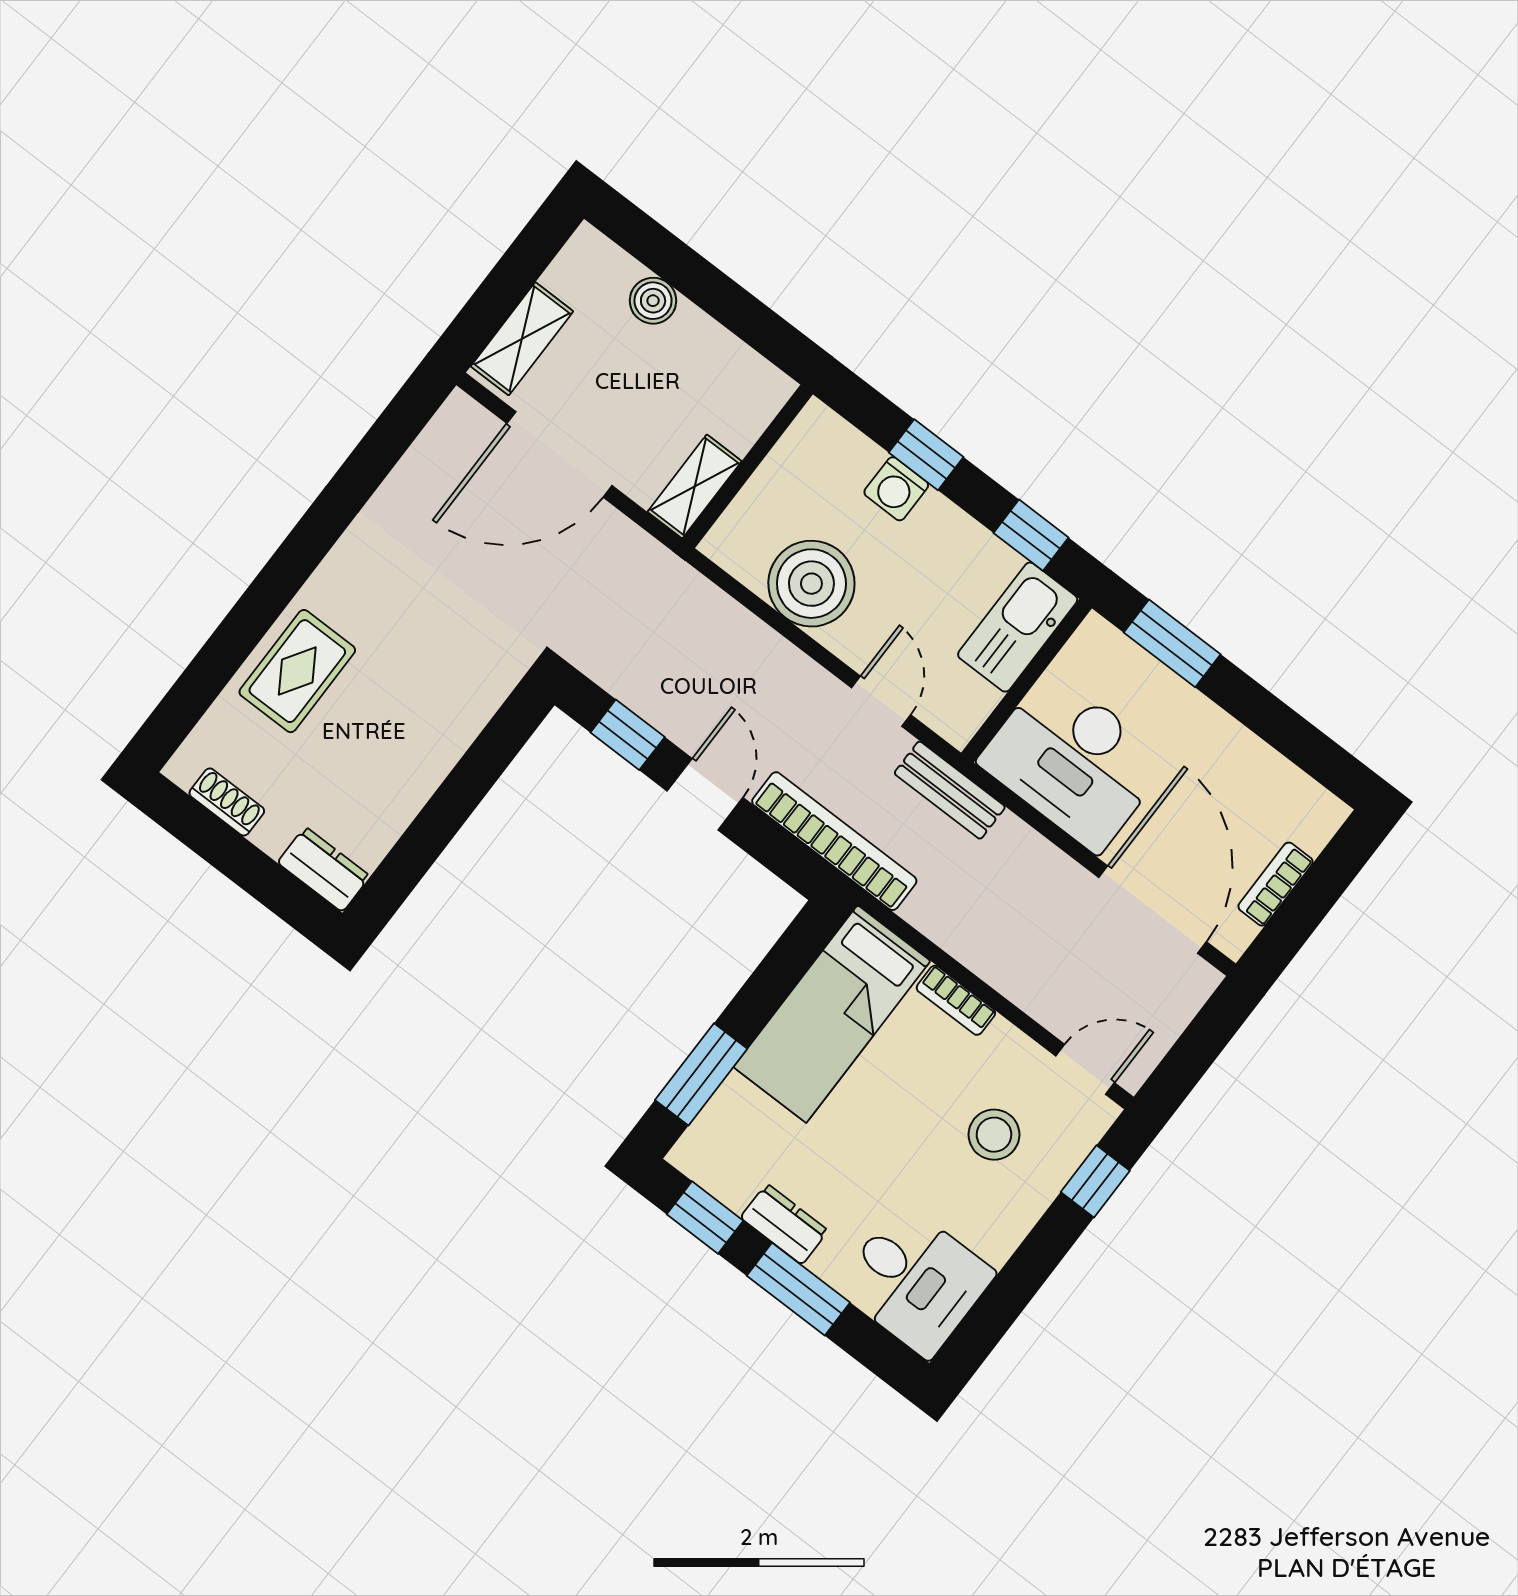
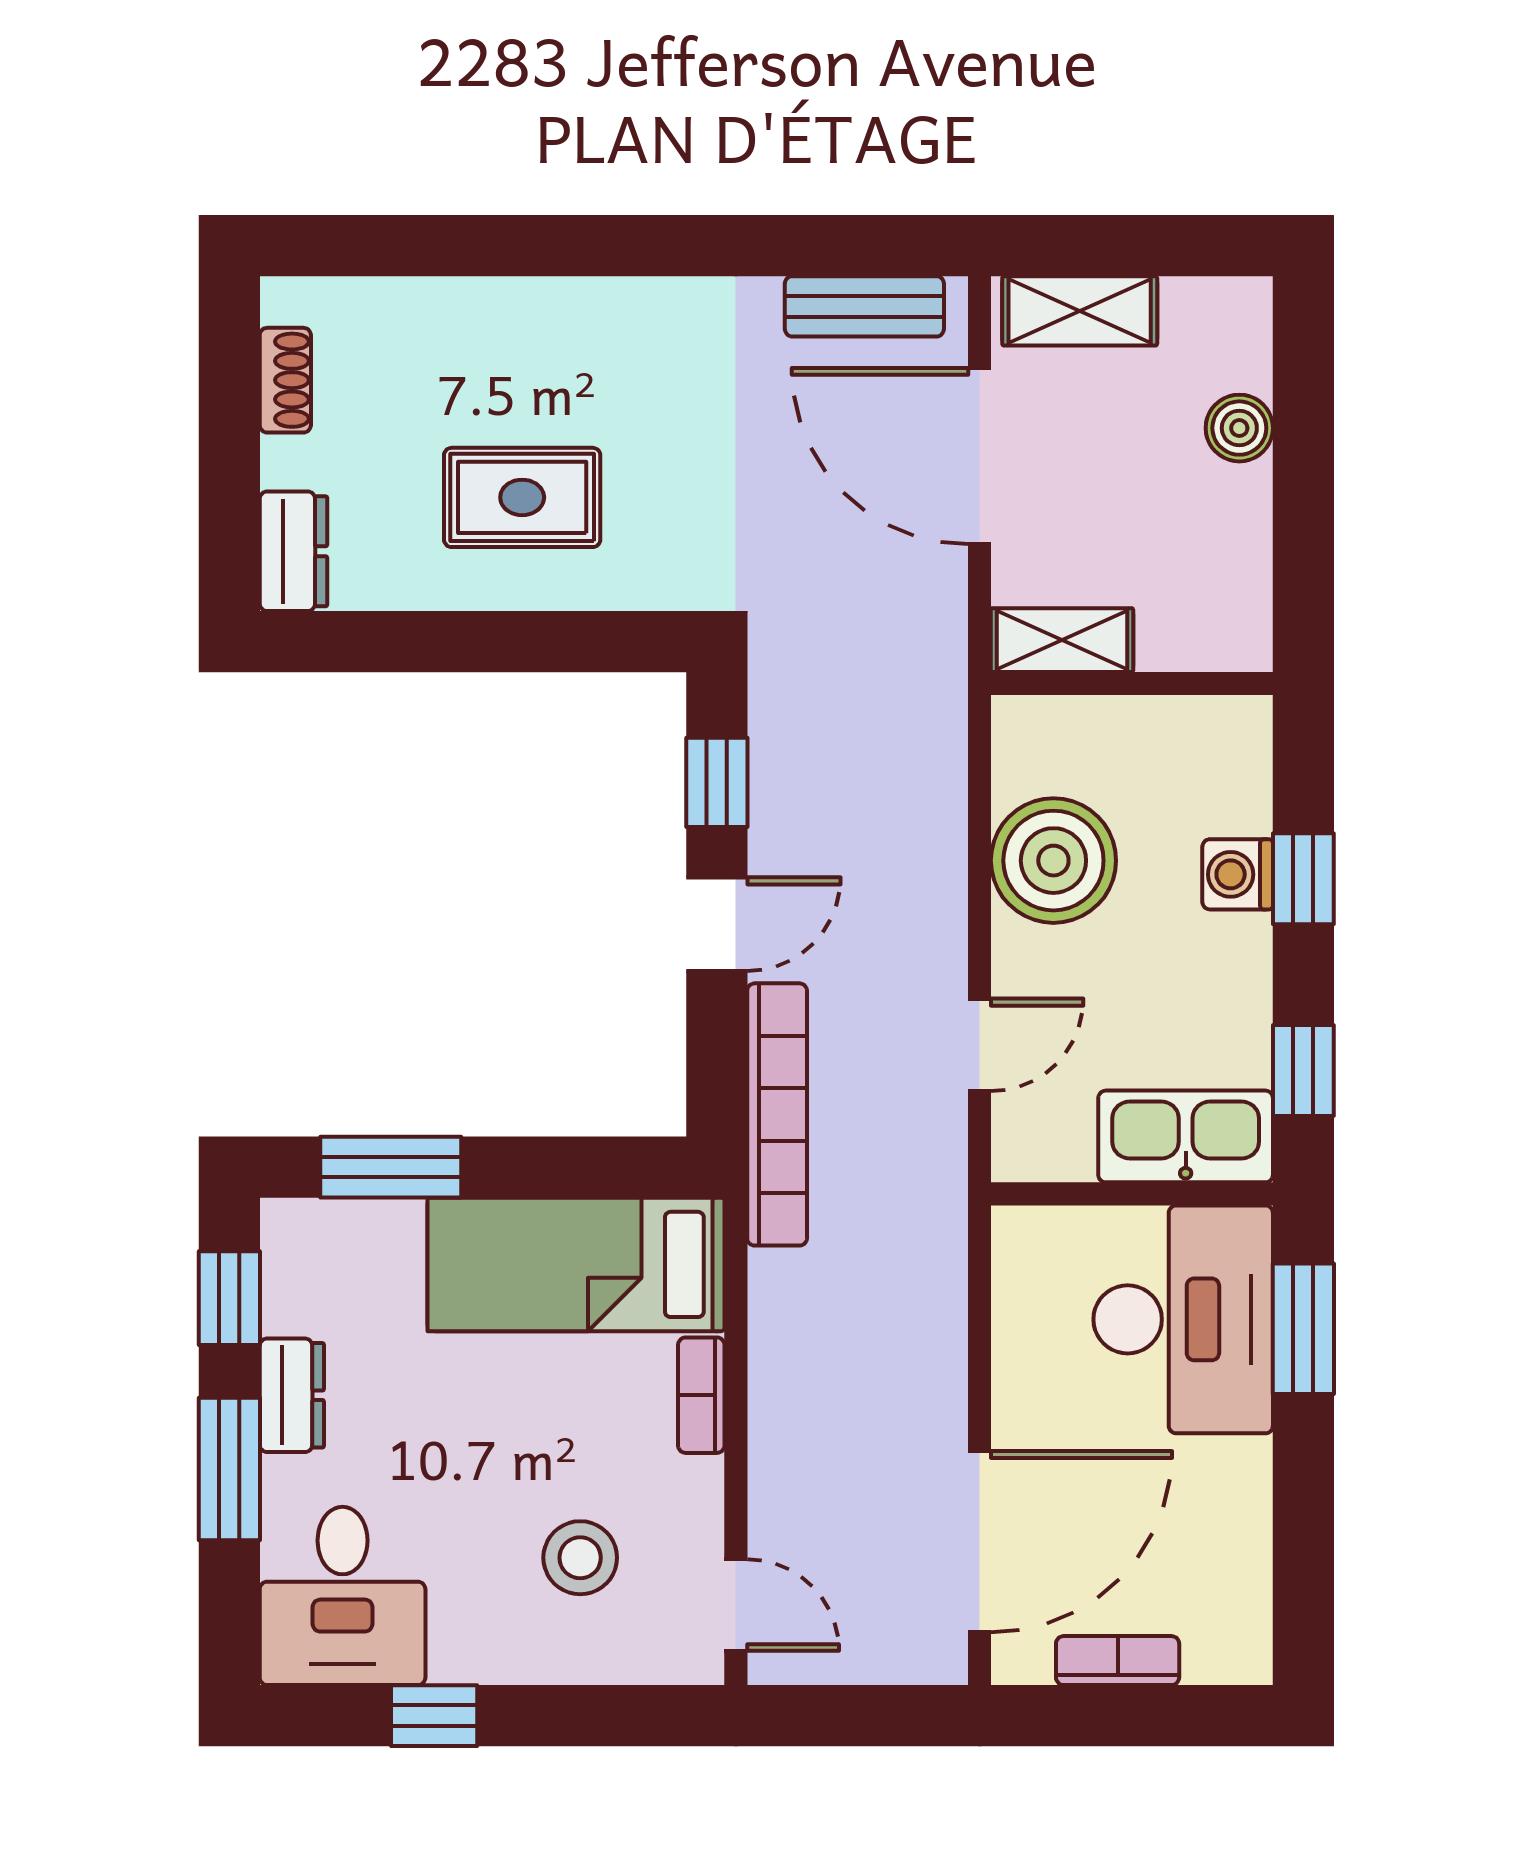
rug: (297, 671) -> (522, 497), moved
desk: (1074, 761) -> (1183, 1319), moved, turned 180
bench: (950, 790) -> (864, 306), moved, turned 90
window: (1095, 1181) -> (434, 1716), moved

